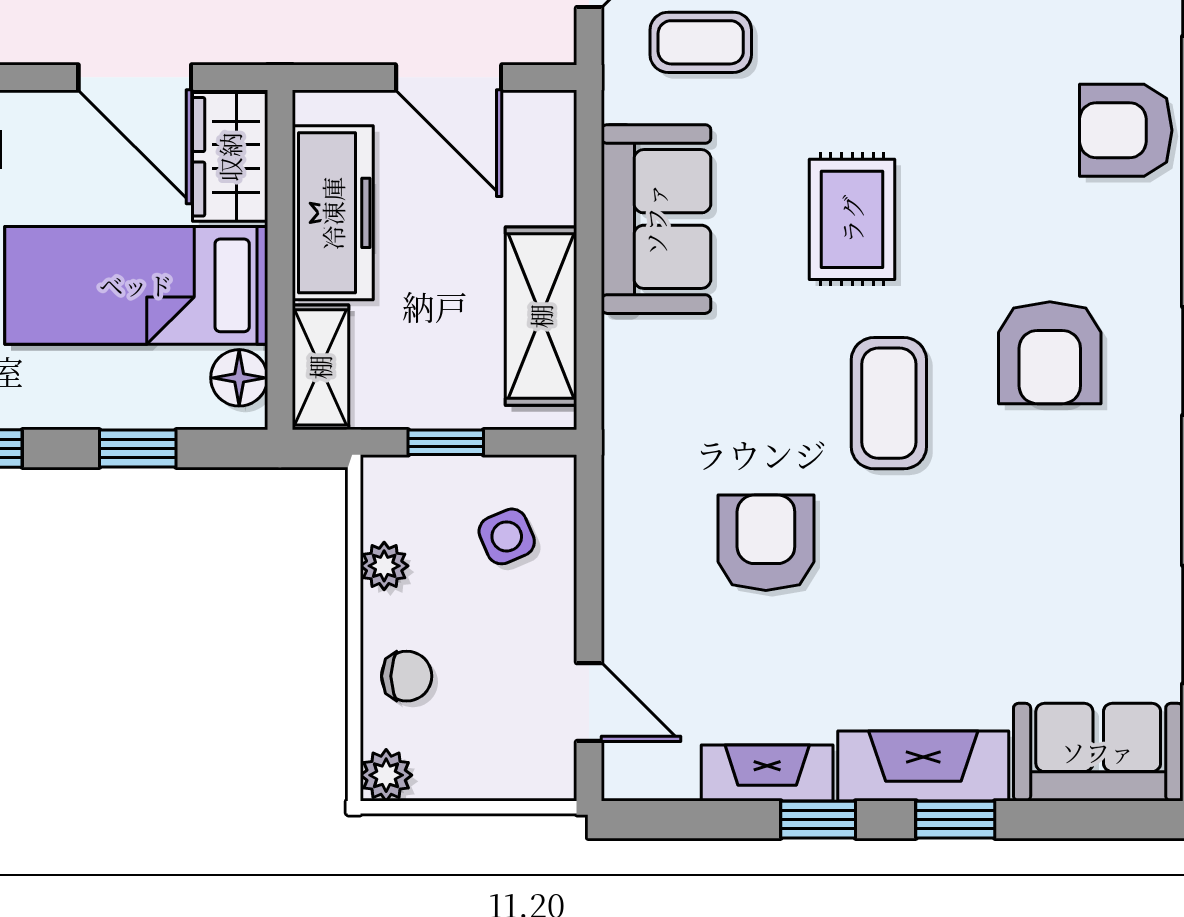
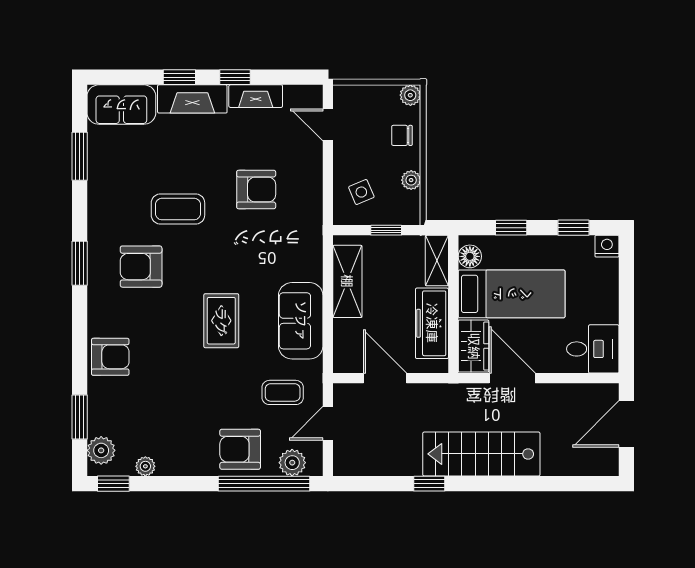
armchair: (1050, 353) -> (141, 267), turned -90
coffee table: (889, 403) -> (178, 209), moved, turned 90
armchair: (766, 543) -> (256, 190), turned -90

